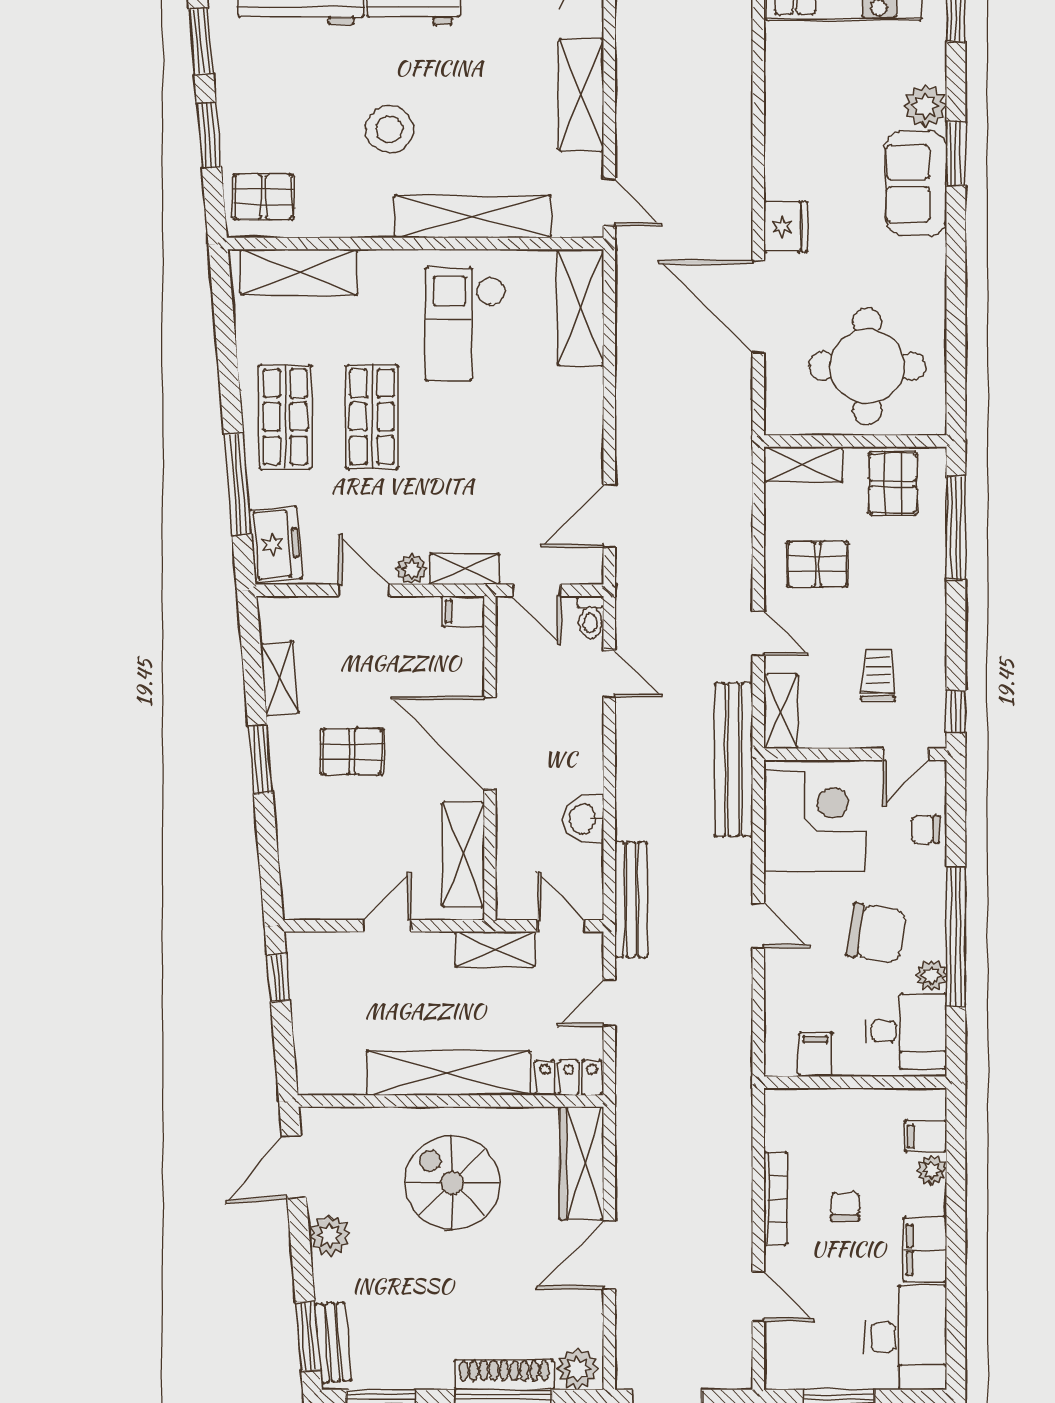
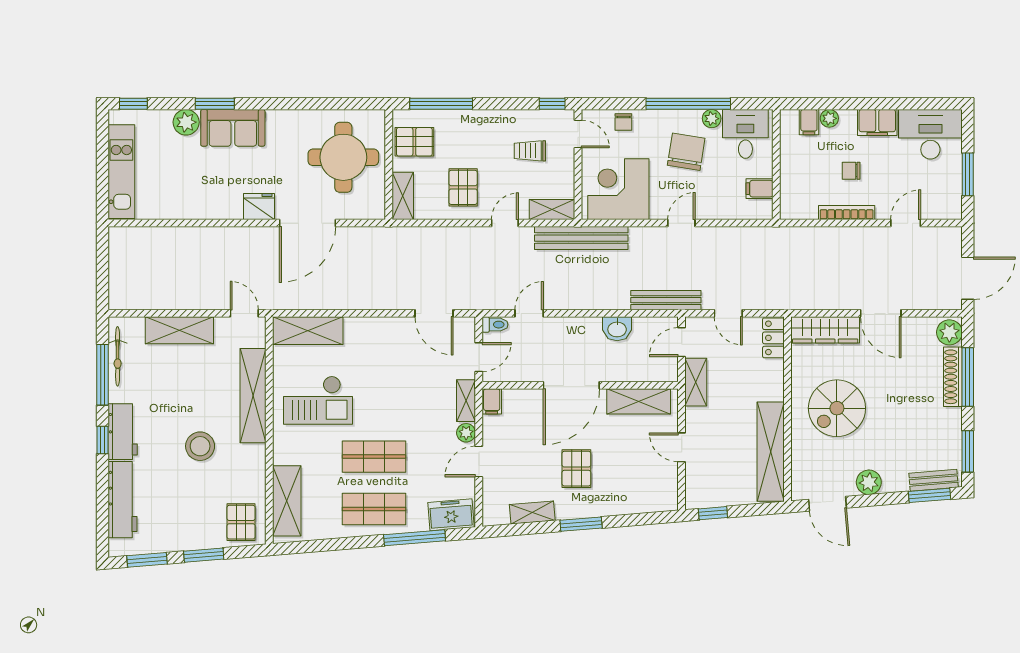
door: (609, 202) -> (244, 313), hinge flipped
shelving: (448, 1073) -> (771, 452), moved

